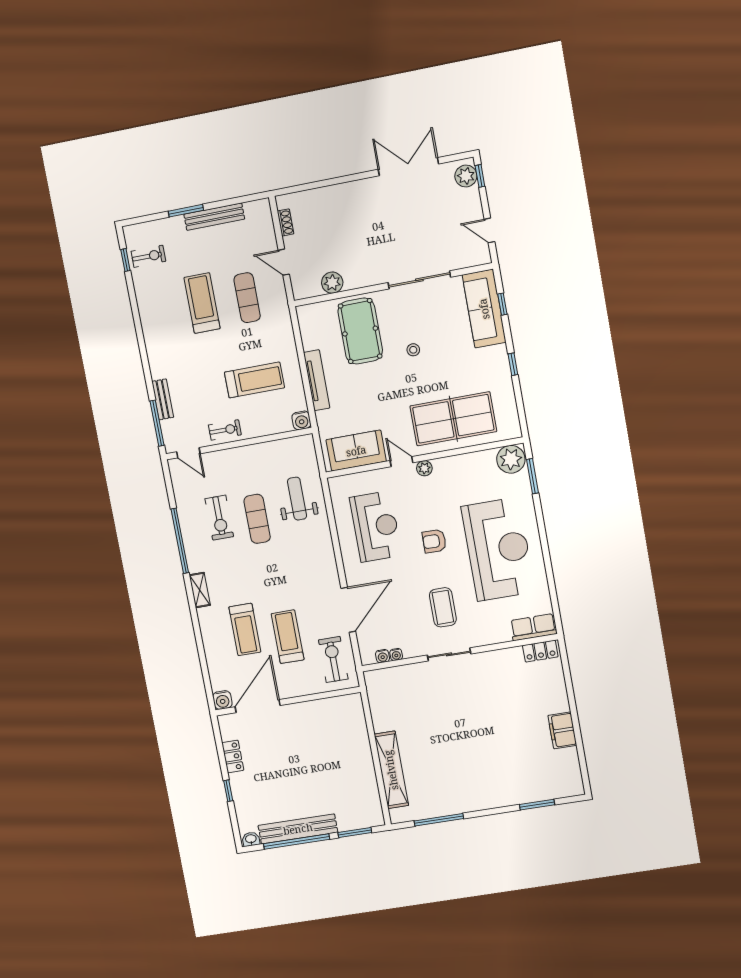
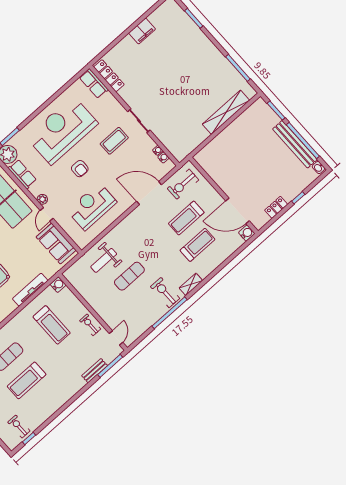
treadmill: (254, 380) -> (52, 325), turned 180
row of seats: (473, 462) -> (22, 174), added
exercise bike: (219, 518) -> (165, 292), moved, turned -90
locker: (540, 651) -> (109, 76), width x1.53

